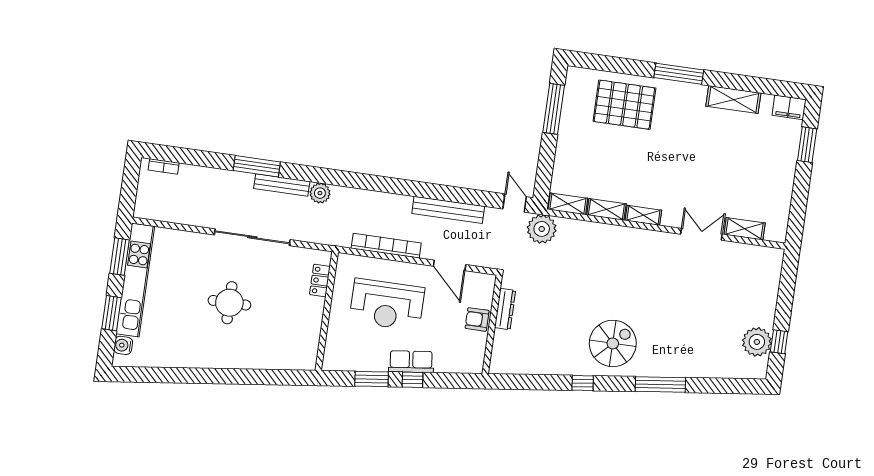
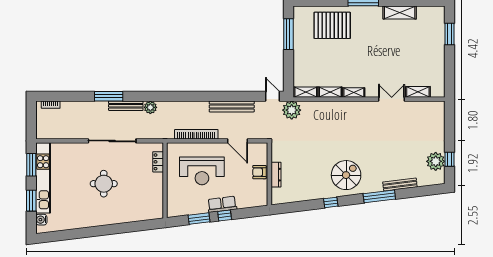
filing cabinet: (789, 107) -> (435, 12), removed
dresser: (505, 309) -> (276, 175), moved
bench: (695, 370) -> (400, 184), added

